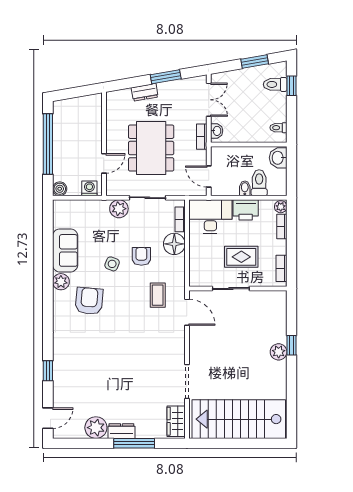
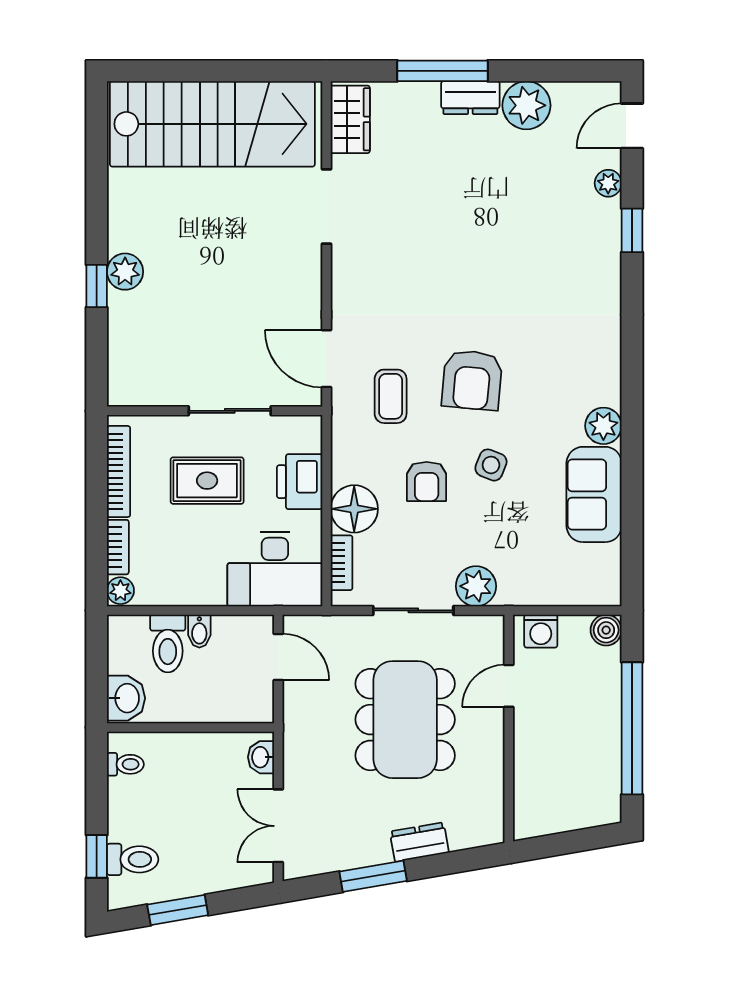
bookcase: (202, 137) -> (294, 745), removed
printer: (246, 210) -> (300, 482), moved, turned -90
bookcase: (282, 268) -> (119, 471), width x1.56
armchair: (89, 301) -> (472, 380), moved
plant: (59, 392) -> (608, 183), added

